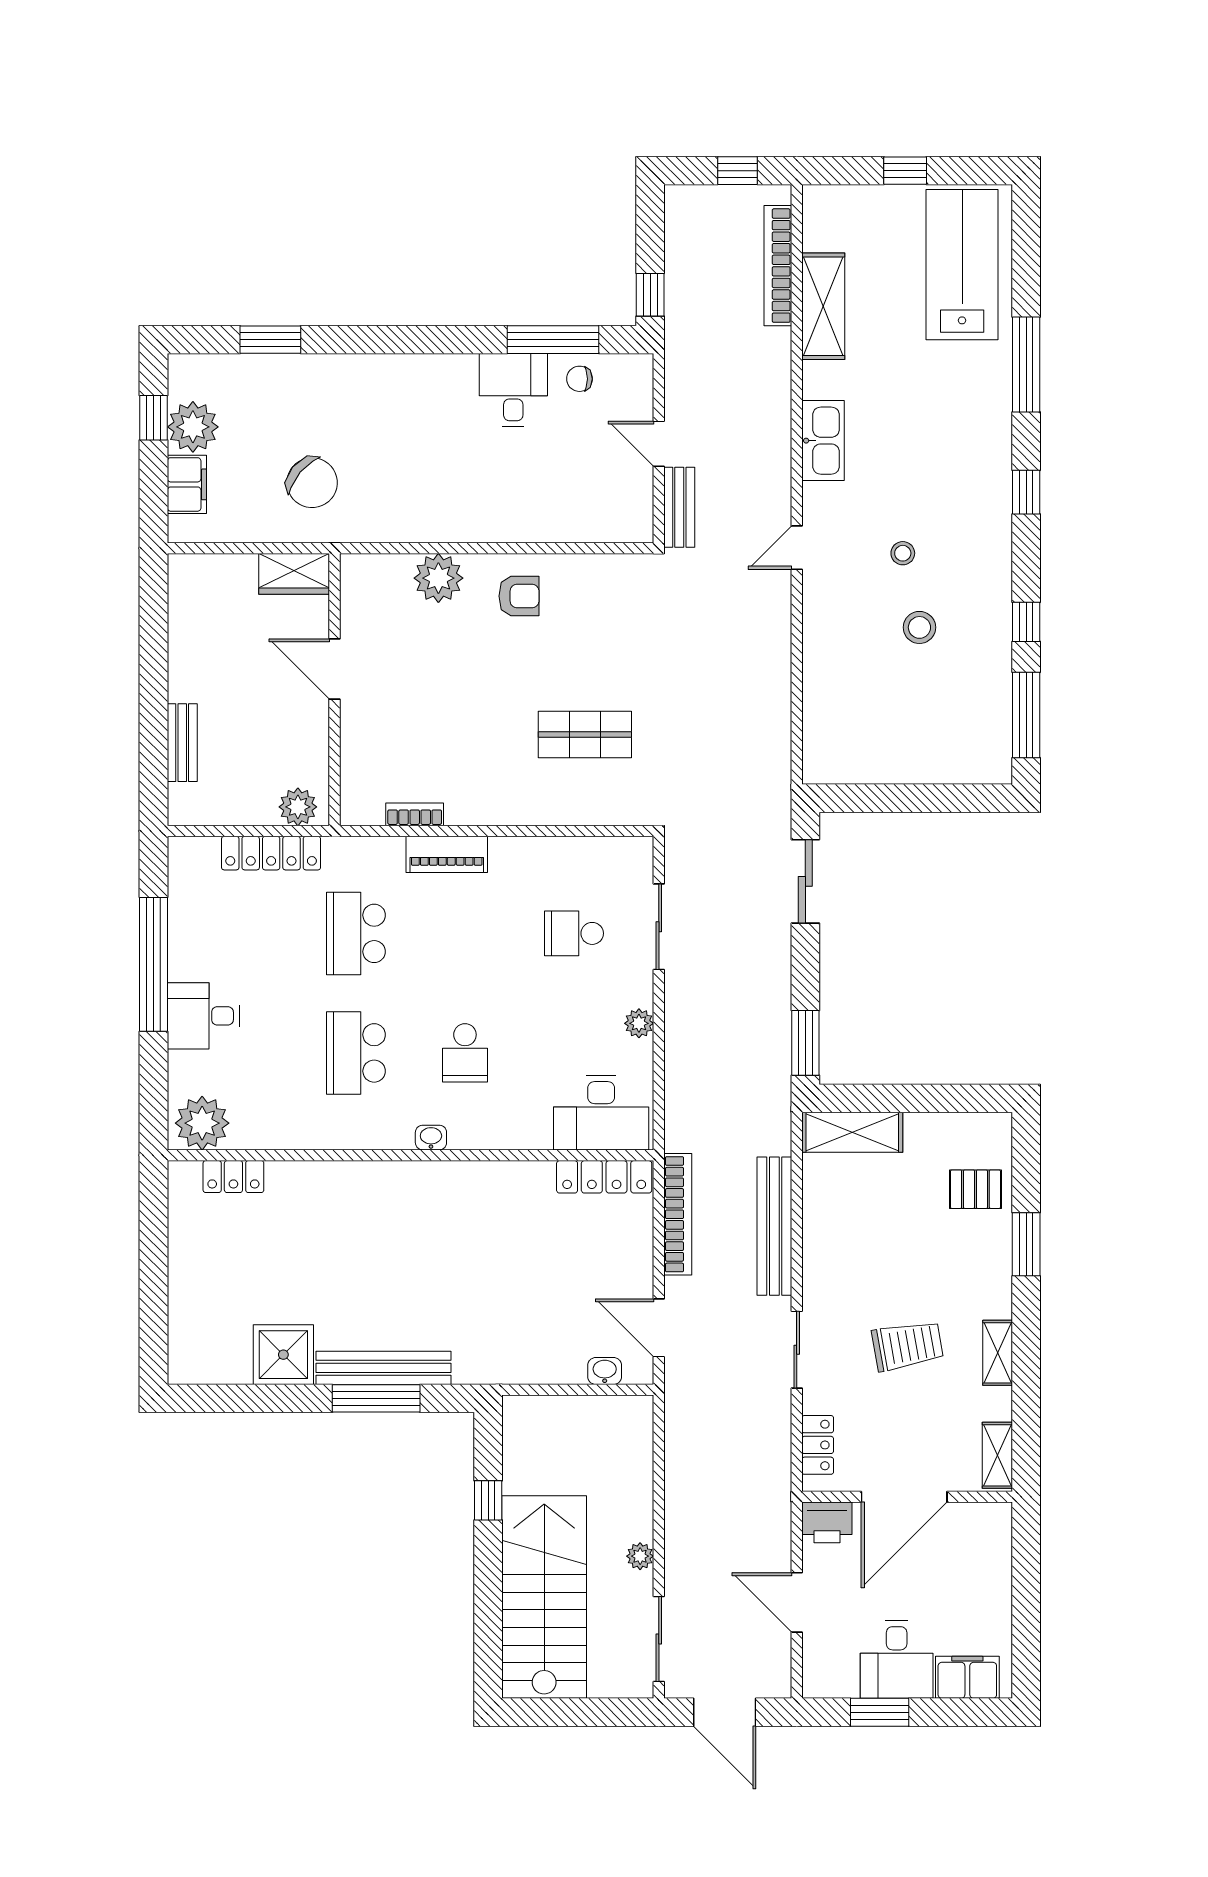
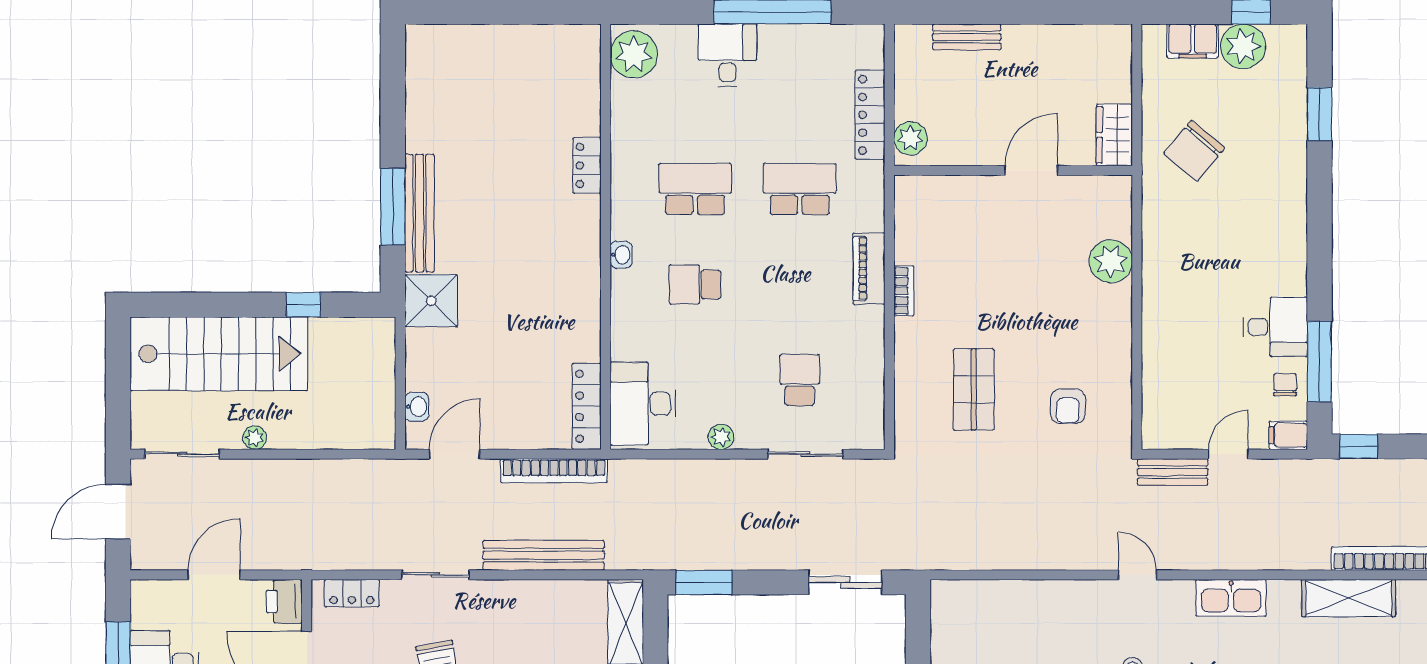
filing cabinet: (637, 375) -> (1288, 435), added
armchair: (519, 596) -> (1068, 406), moved
bookcase: (415, 814) -> (904, 291), moved
locker: (233, 1177) -> (587, 165), moved
shower: (283, 1355) -> (431, 301), moved

